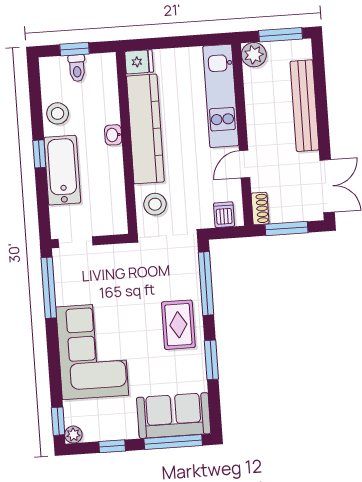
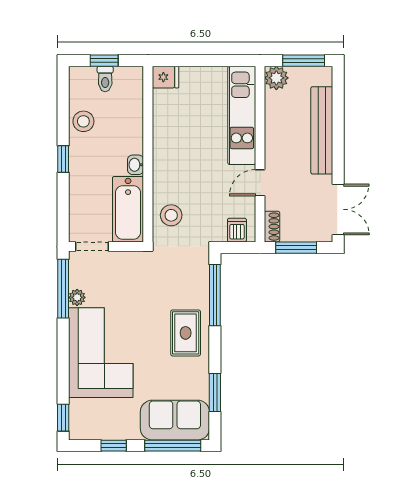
kitchen counter: (145, 129) -> (167, 142), removed
washbasin: (113, 135) -> (136, 165), moved
bathtub: (62, 170) -> (128, 209), moved, turned 180
window: (211, 360) -> (215, 392), moved
plant: (73, 435) -> (77, 297), moved

